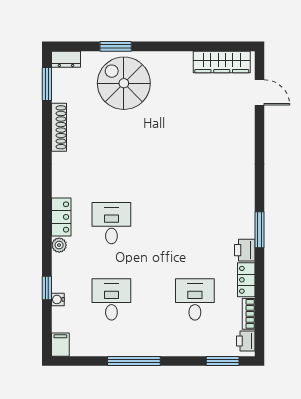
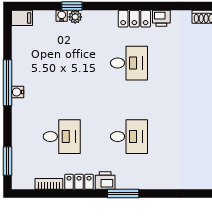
plant: (59, 245) -> (75, 17), moved
desk: (111, 299) -> (129, 137), moved
printer: (246, 341) -> (161, 18), moved, turned 180
water cooler: (144, 349) -> (18, 92), added

